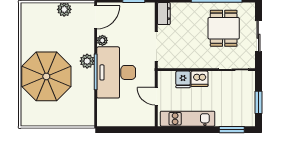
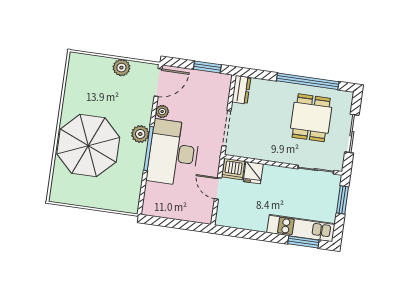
dishwasher: (199, 79) -> (233, 169), moved
window: (258, 102) -> (342, 200), moved
kitchen unit: (188, 119) -> (301, 228), moved

